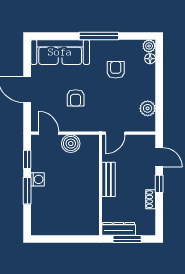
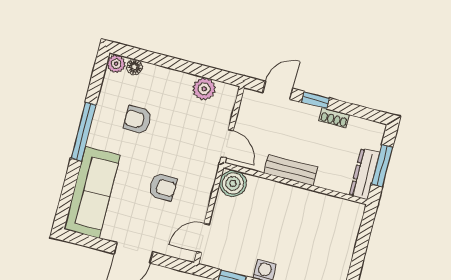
boiler: (71, 144) -> (233, 183), moved

